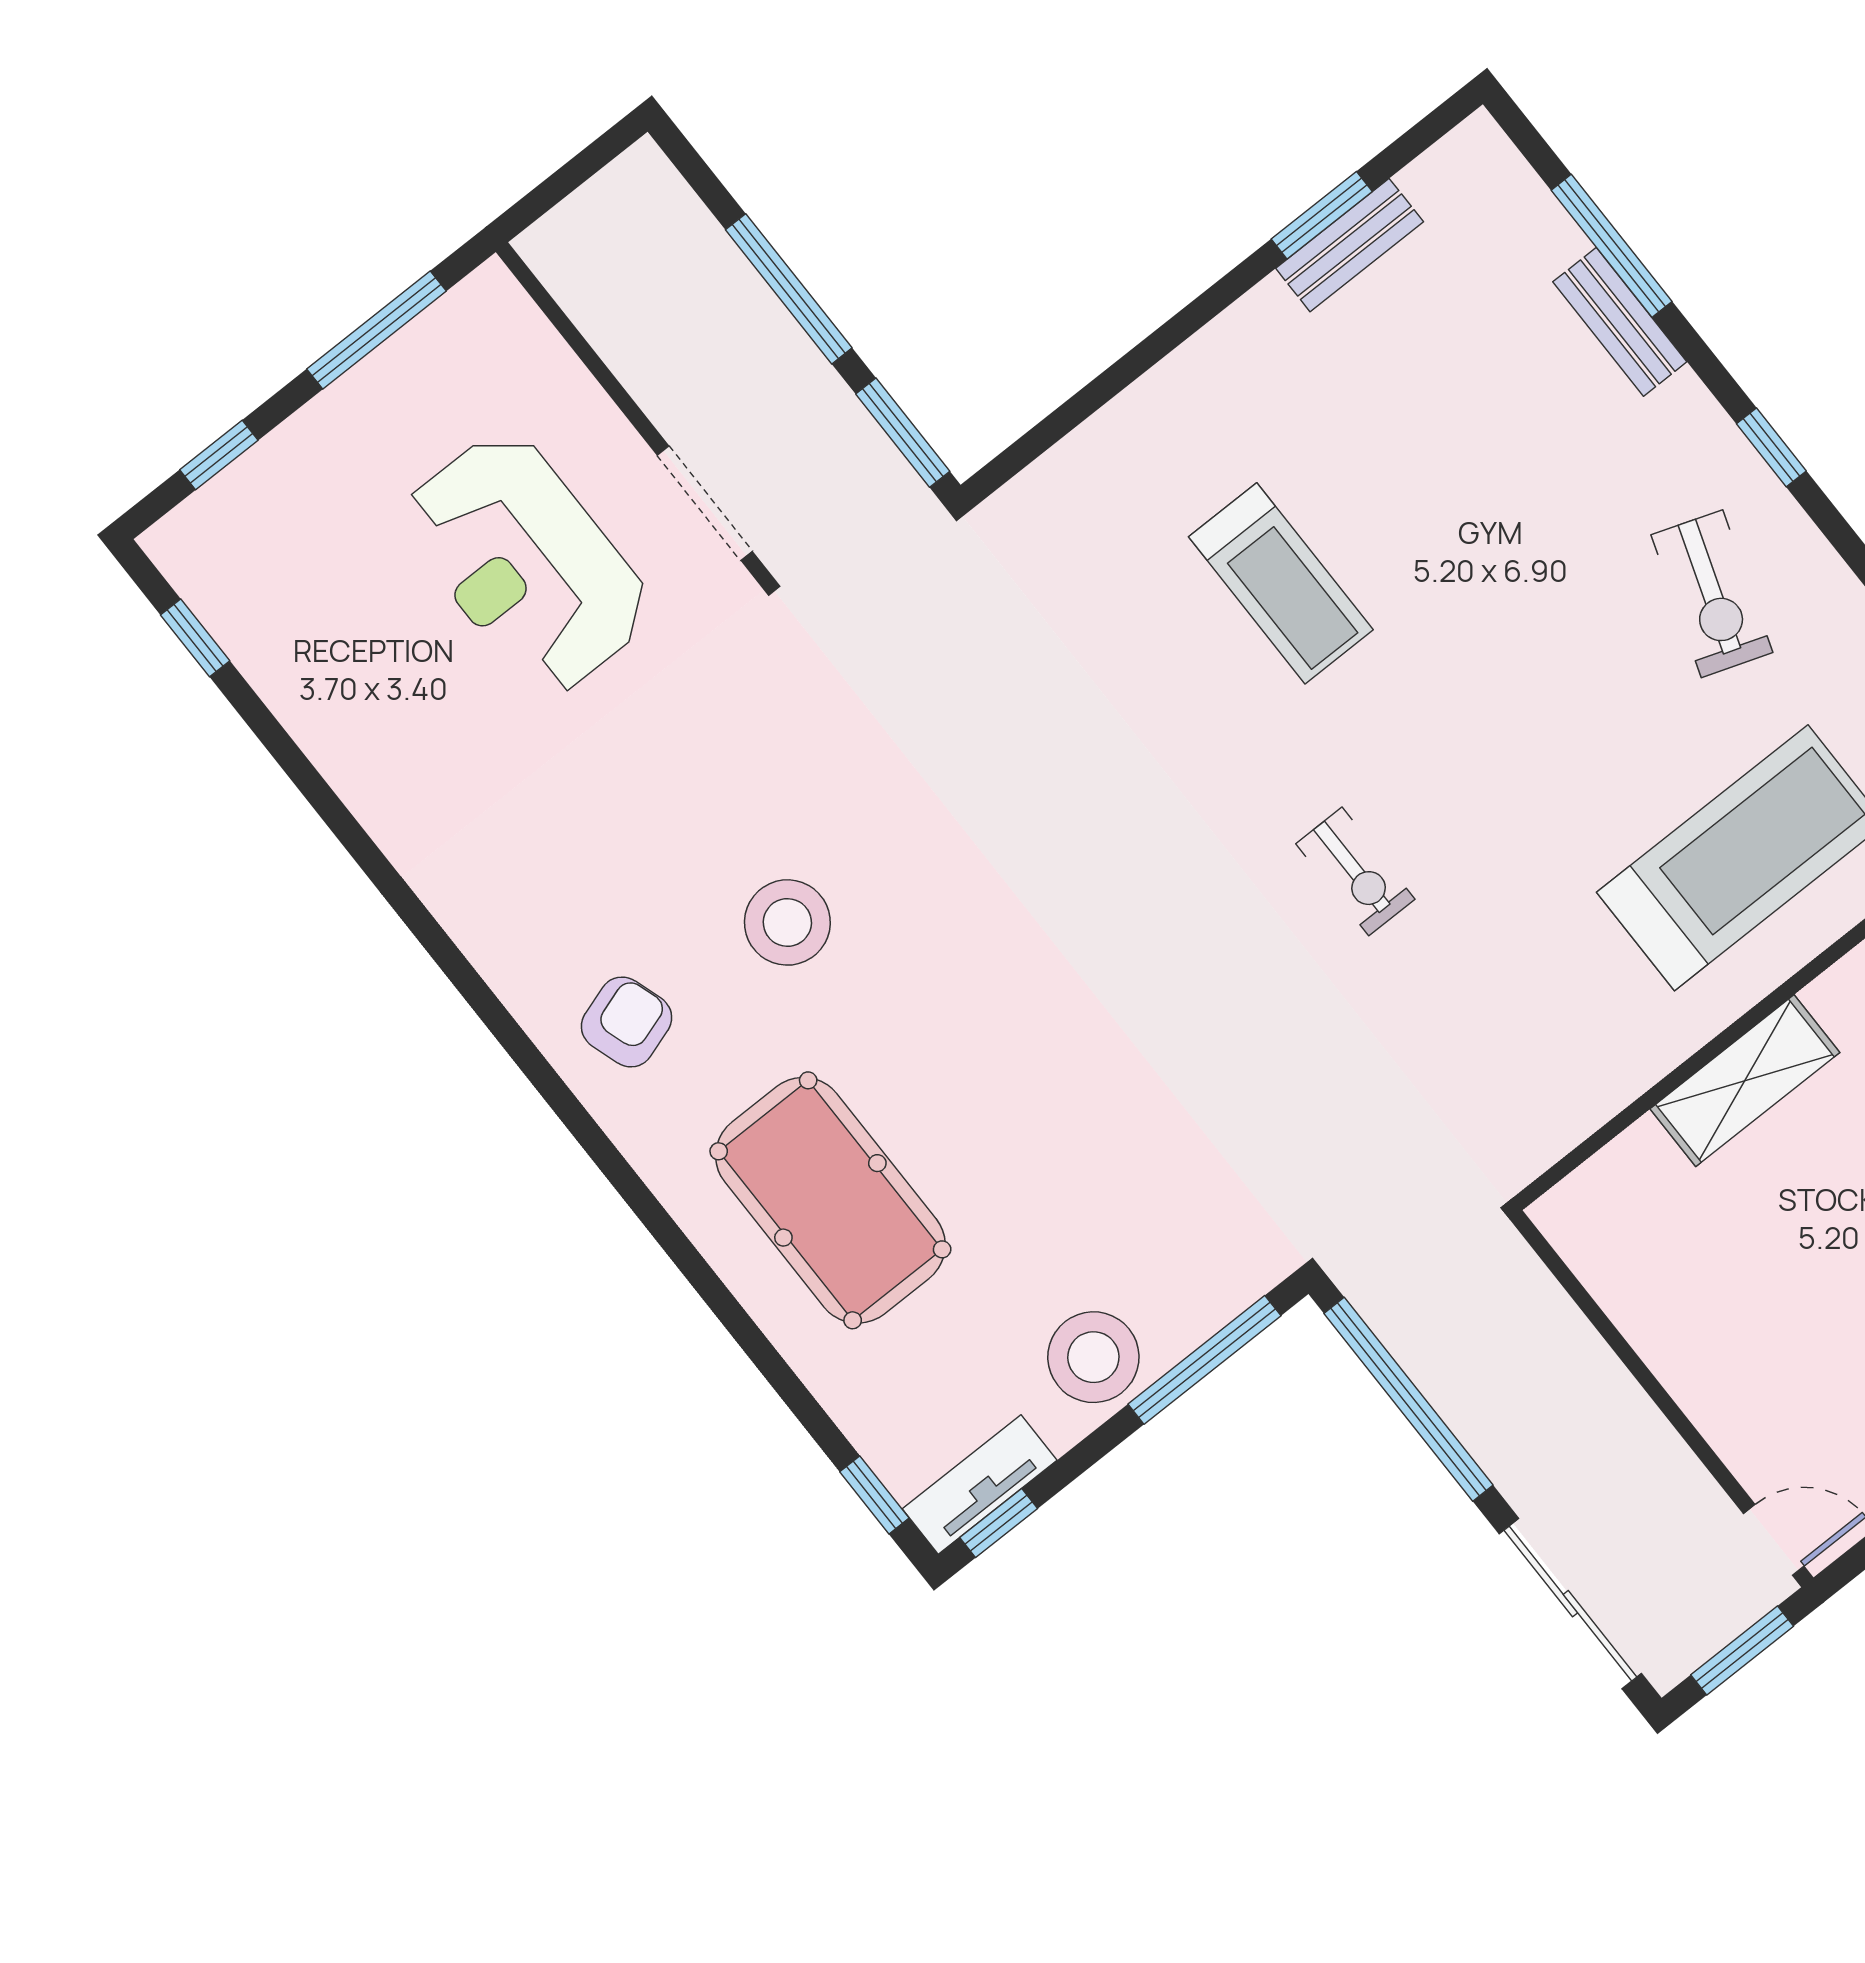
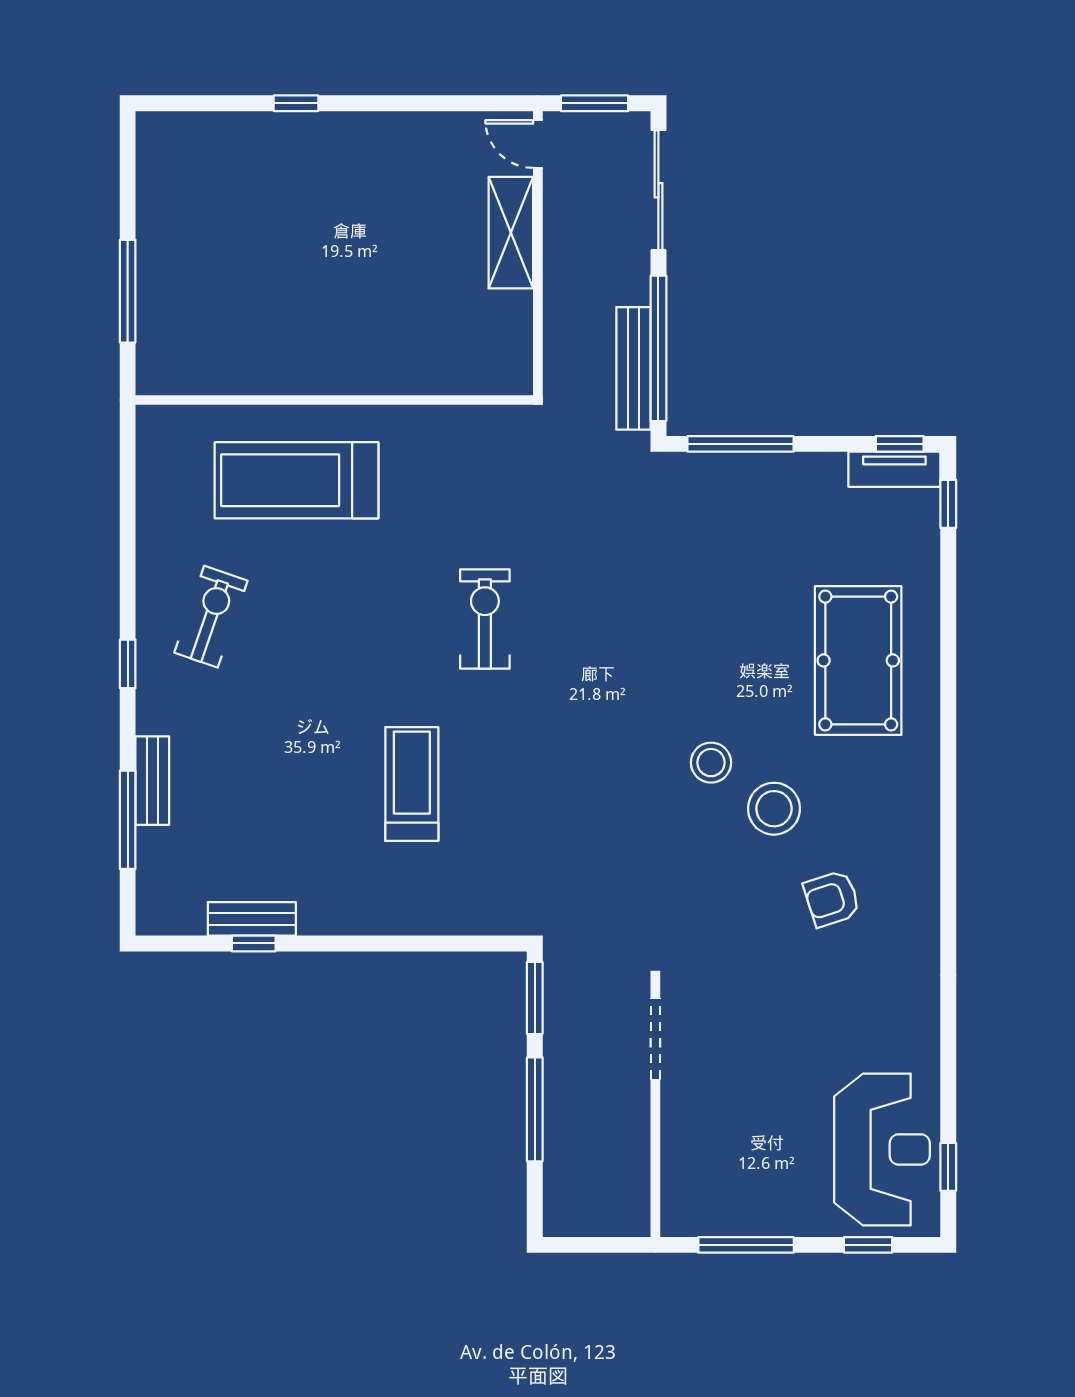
window: (1322, 215) -> (254, 943), width x0.67
reception desk: (526, 563) -> (882, 1149), moved
exercise bike: (1355, 871) -> (485, 619), width x1.38, depth x1.39
armchair: (626, 1022) -> (832, 899), moved
shelving: (1745, 1081) -> (511, 233), moved, turned 90
bench: (1420, 1348) -> (633, 368), added
stool: (1093, 1357) -> (711, 763), moved, width x0.73, depth x0.73

